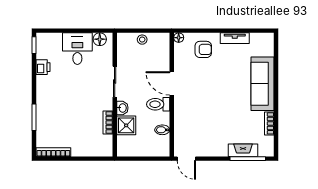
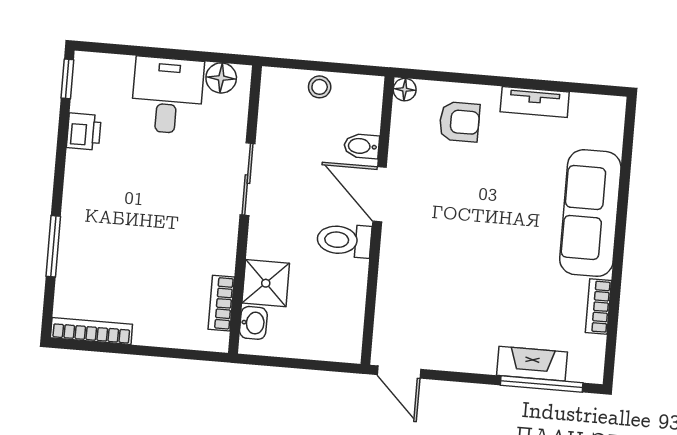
washbasin: (122, 108) -> (253, 323), moved
bookcase: (108, 122) -> (221, 303), moved
bidet: (162, 130) -> (362, 146), moved

